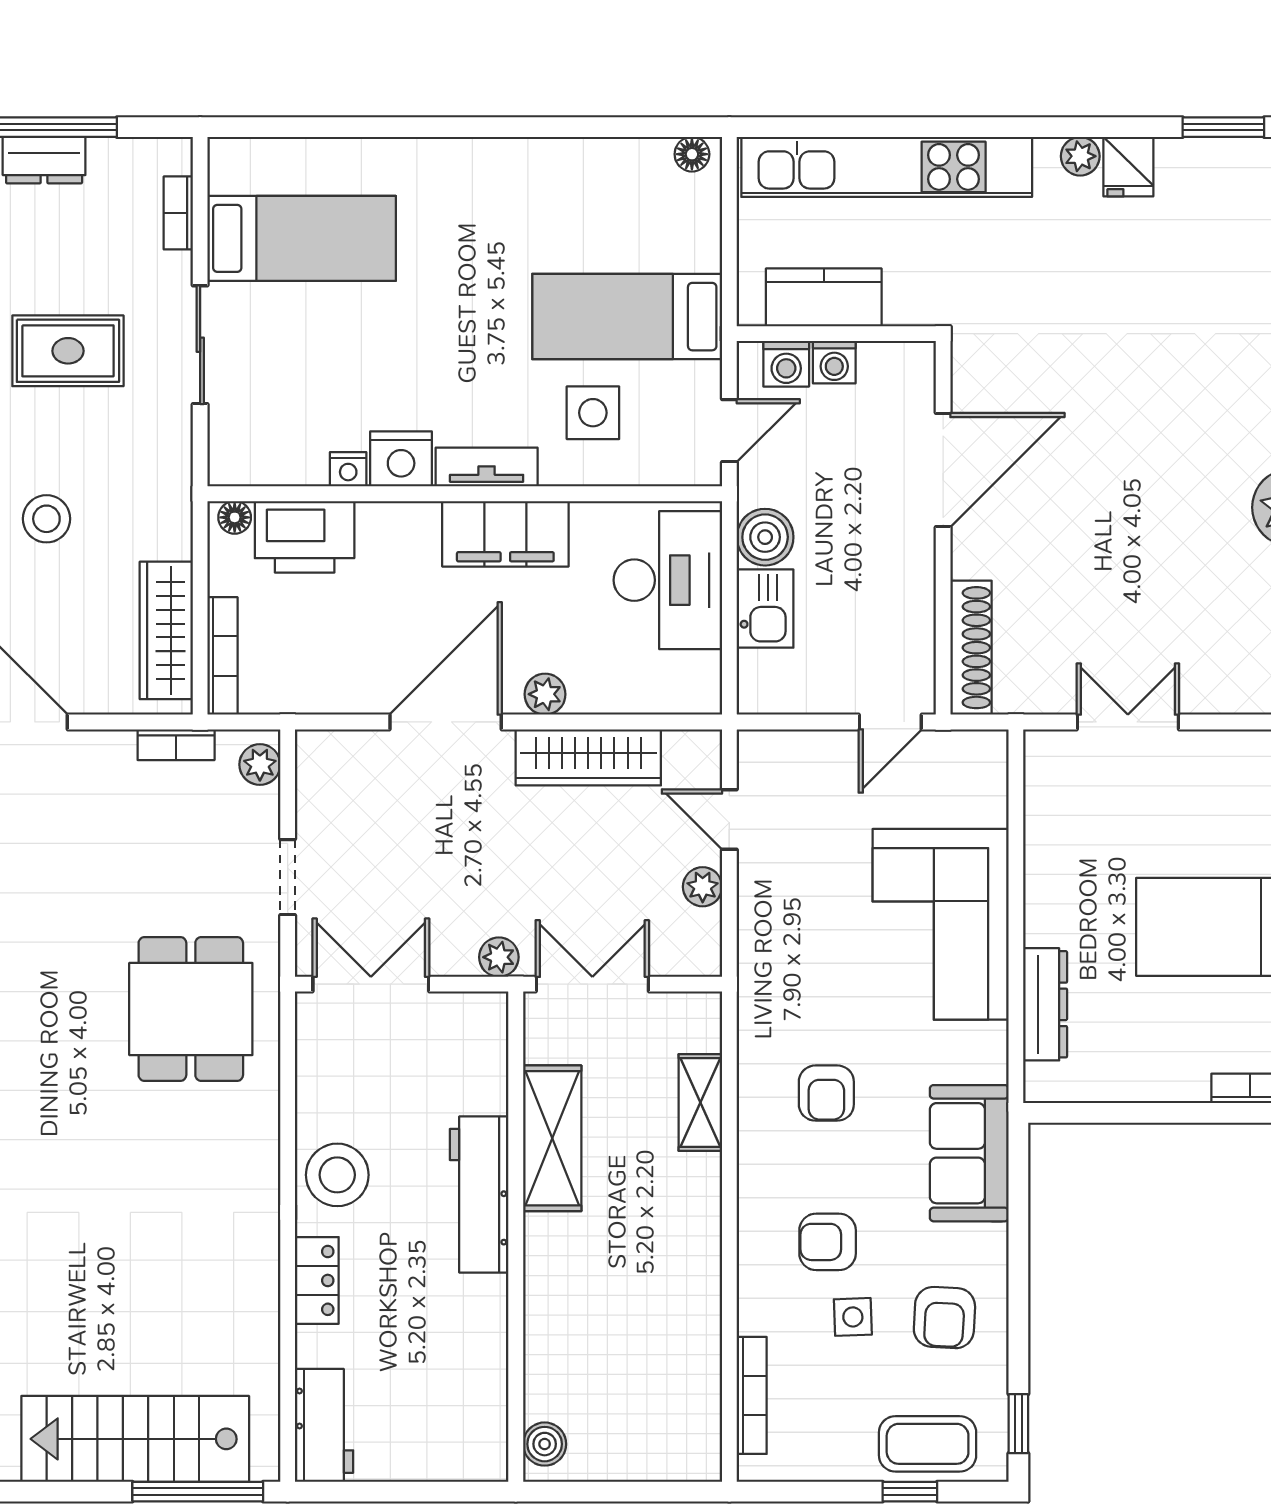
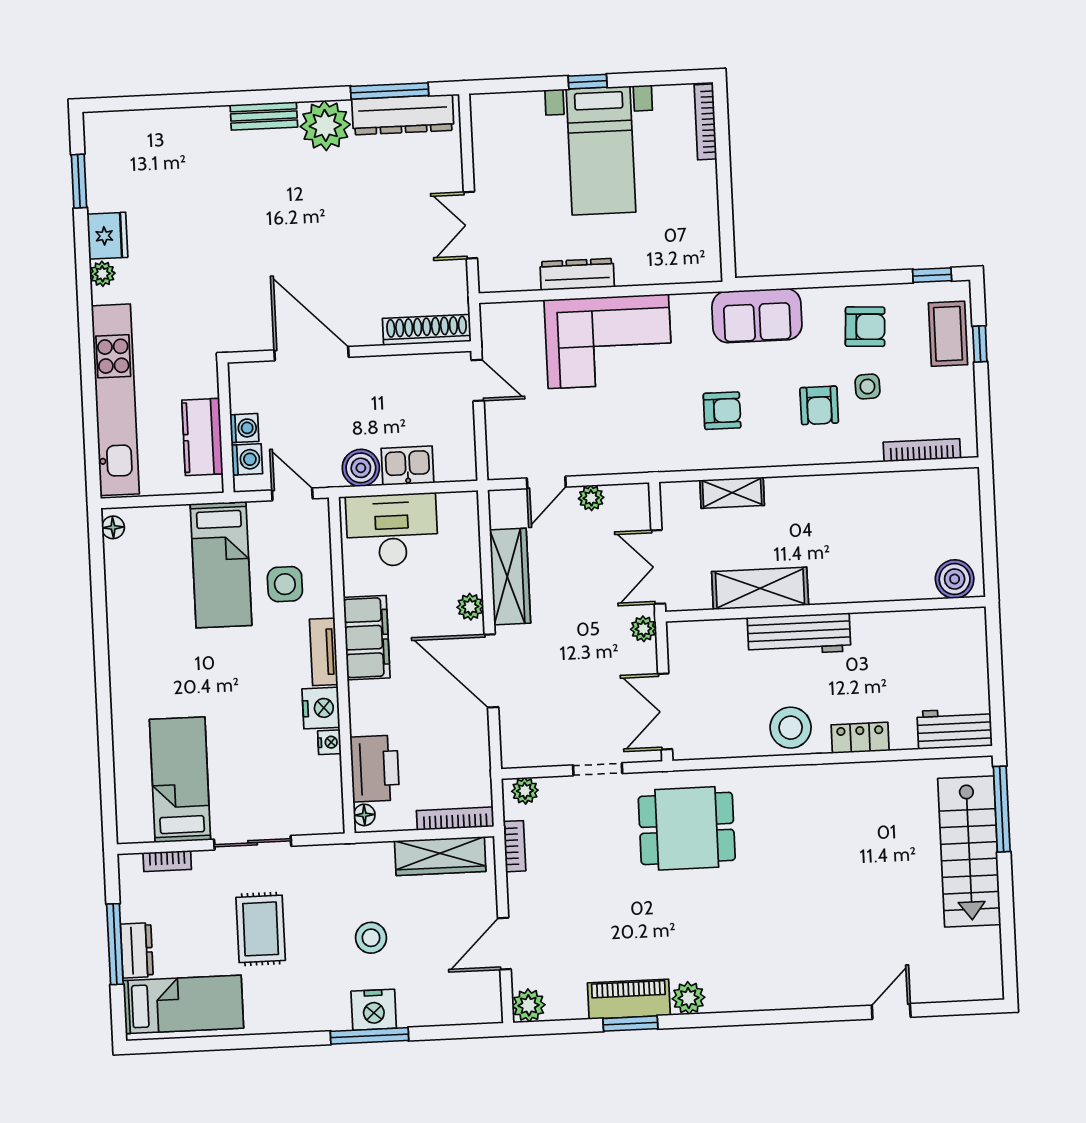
fridge: (1128, 167) -> (107, 236), width x1.38
dresser: (1045, 1004) -> (577, 274), moved
boiler: (545, 1444) -> (955, 579), width x1.36, depth x1.36

